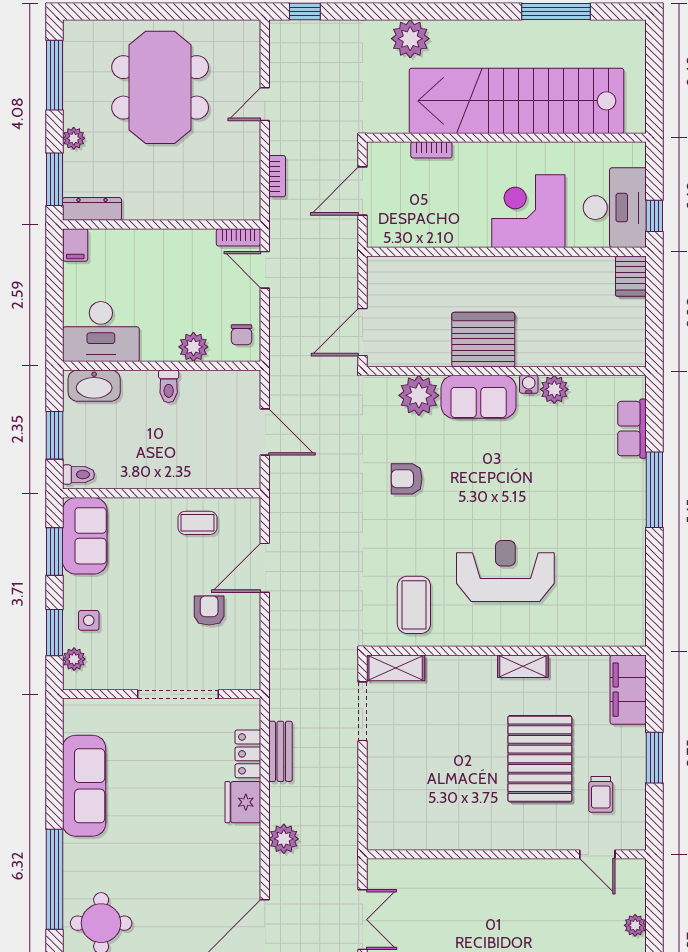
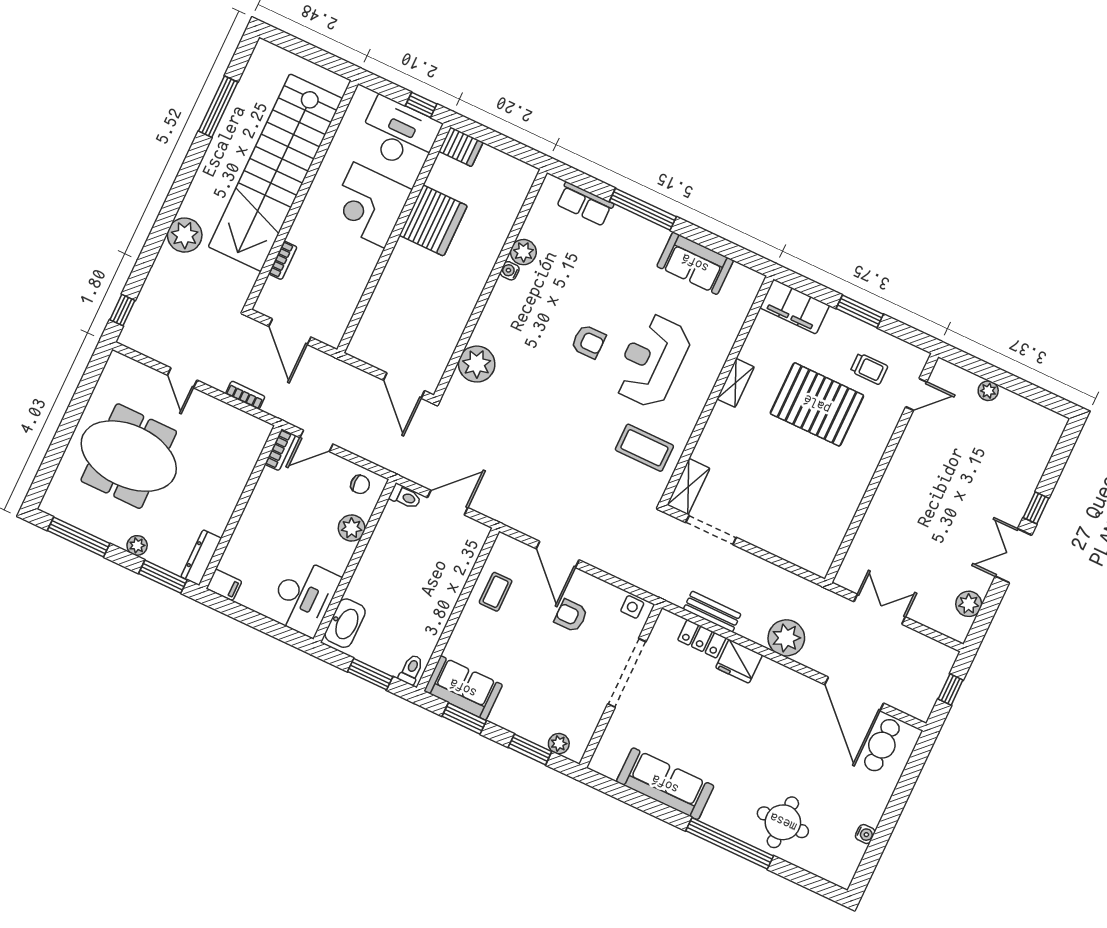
server rack: (483, 340) -> (433, 221), moved, turned 180
toilet: (169, 386) -> (405, 497), moved
sofa: (479, 397) -> (695, 263), moved, turned 90
armchair: (407, 479) -> (588, 342), moved, turned -90
side table: (89, 620) -> (632, 607), moved
plant: (284, 839) -> (786, 638), width x1.36, depth x1.36

